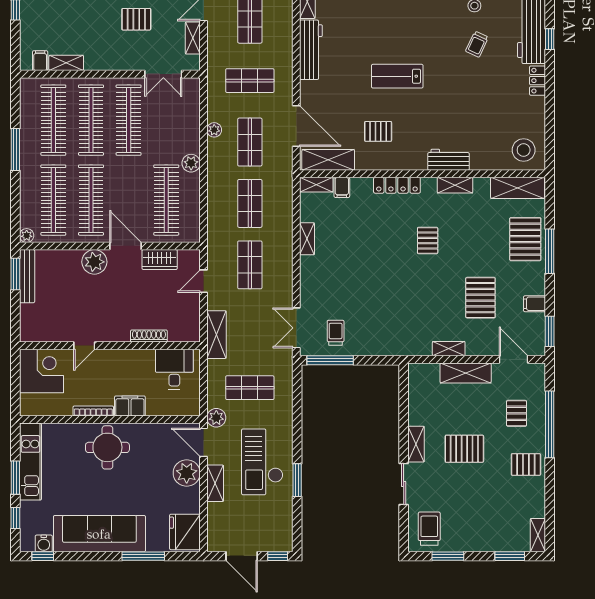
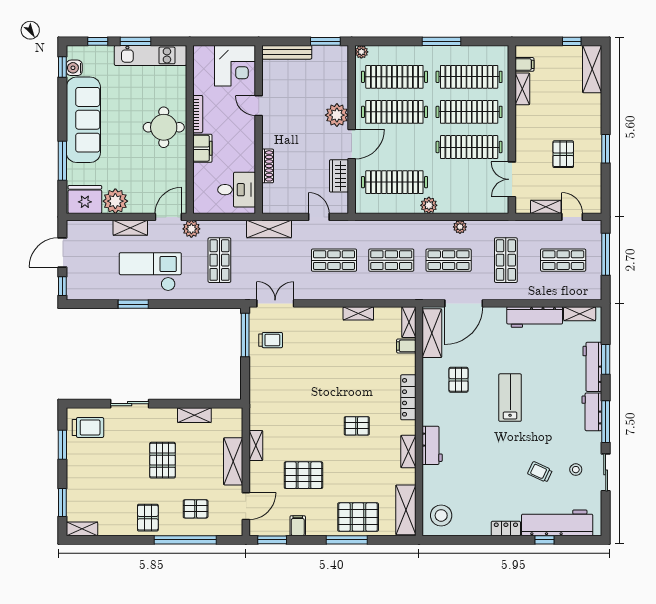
bench: (27, 276) -> (287, 52), moved
shelving: (416, 444) -> (194, 415), moved
plant: (187, 473) -> (115, 201), moved

